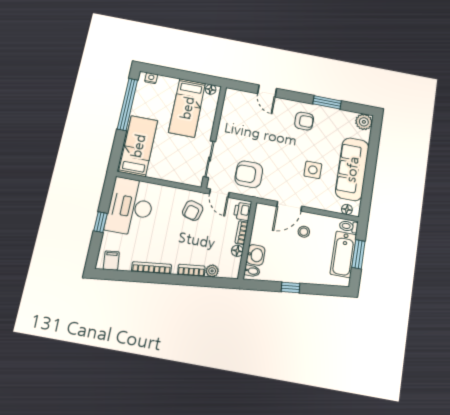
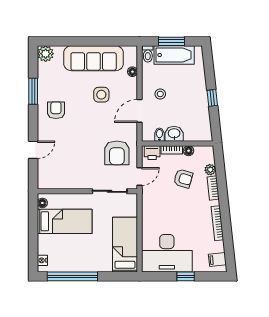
bed: (138, 146) -> (125, 245), moved, turned 90
door: (289, 206) -> (139, 111), swing flipped
floor lamp: (347, 209) -> (132, 72), moved
armchair: (193, 211) -> (183, 179), moved
washbasin: (256, 255) -> (174, 134), moved
bidet: (252, 271) -> (159, 135), moved

